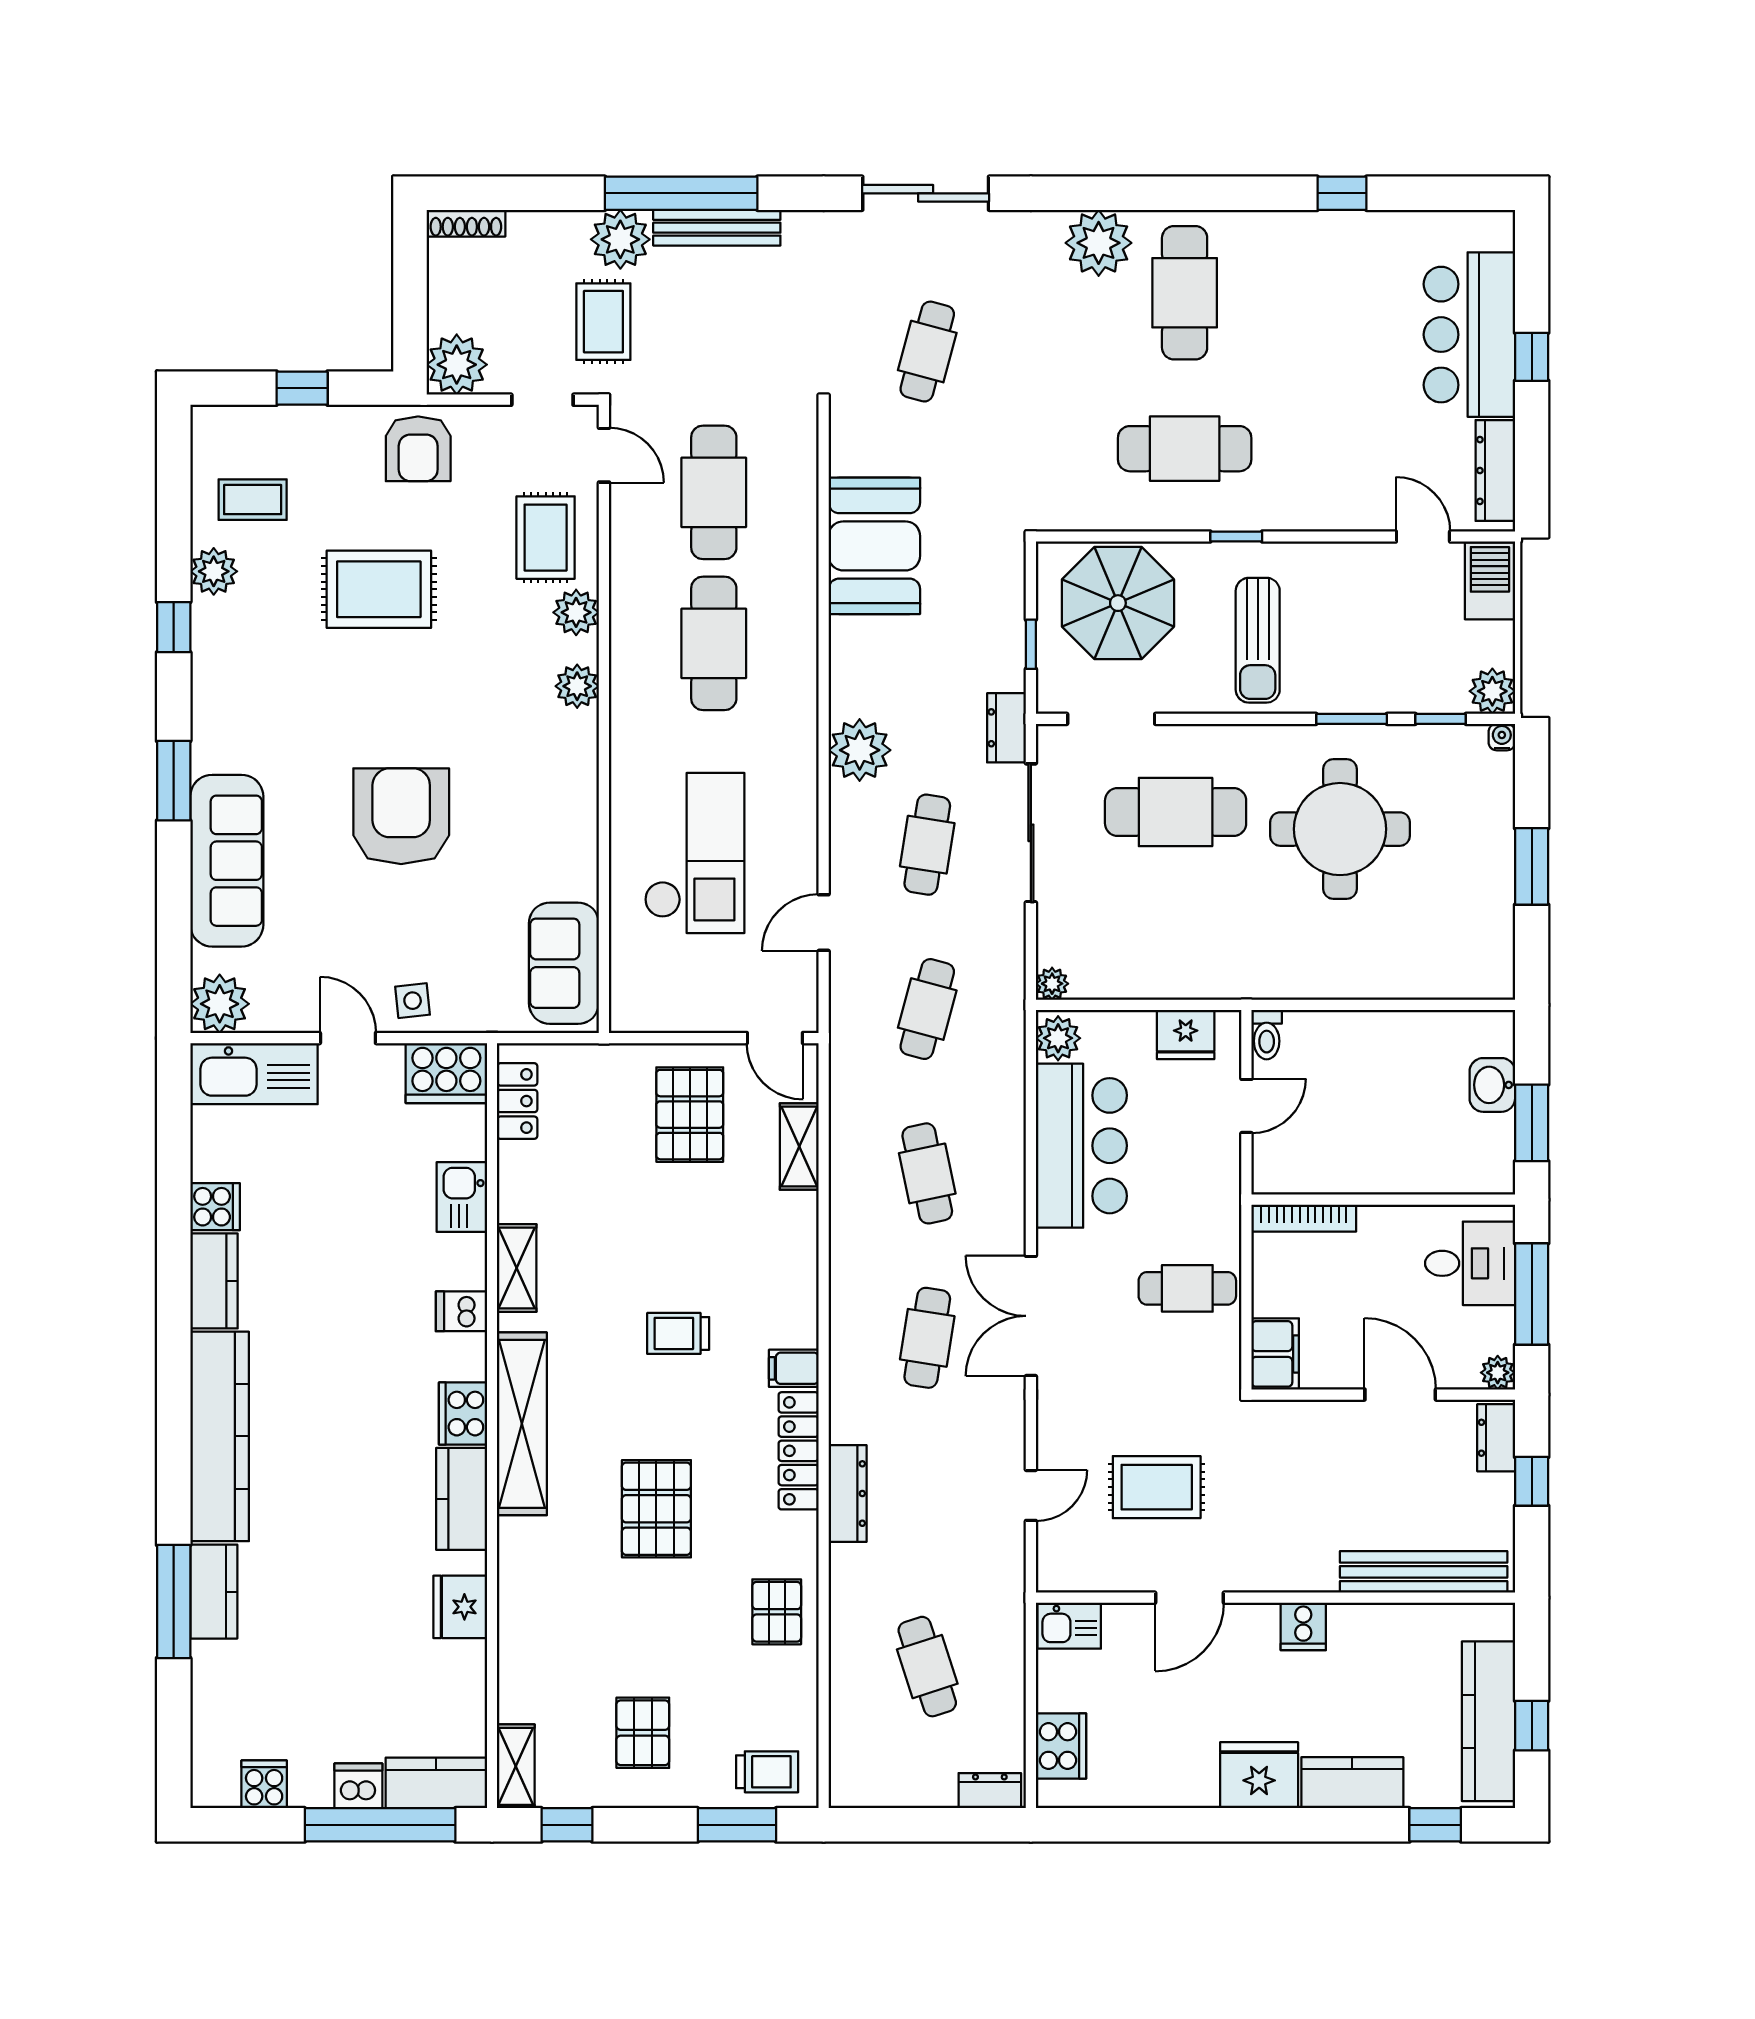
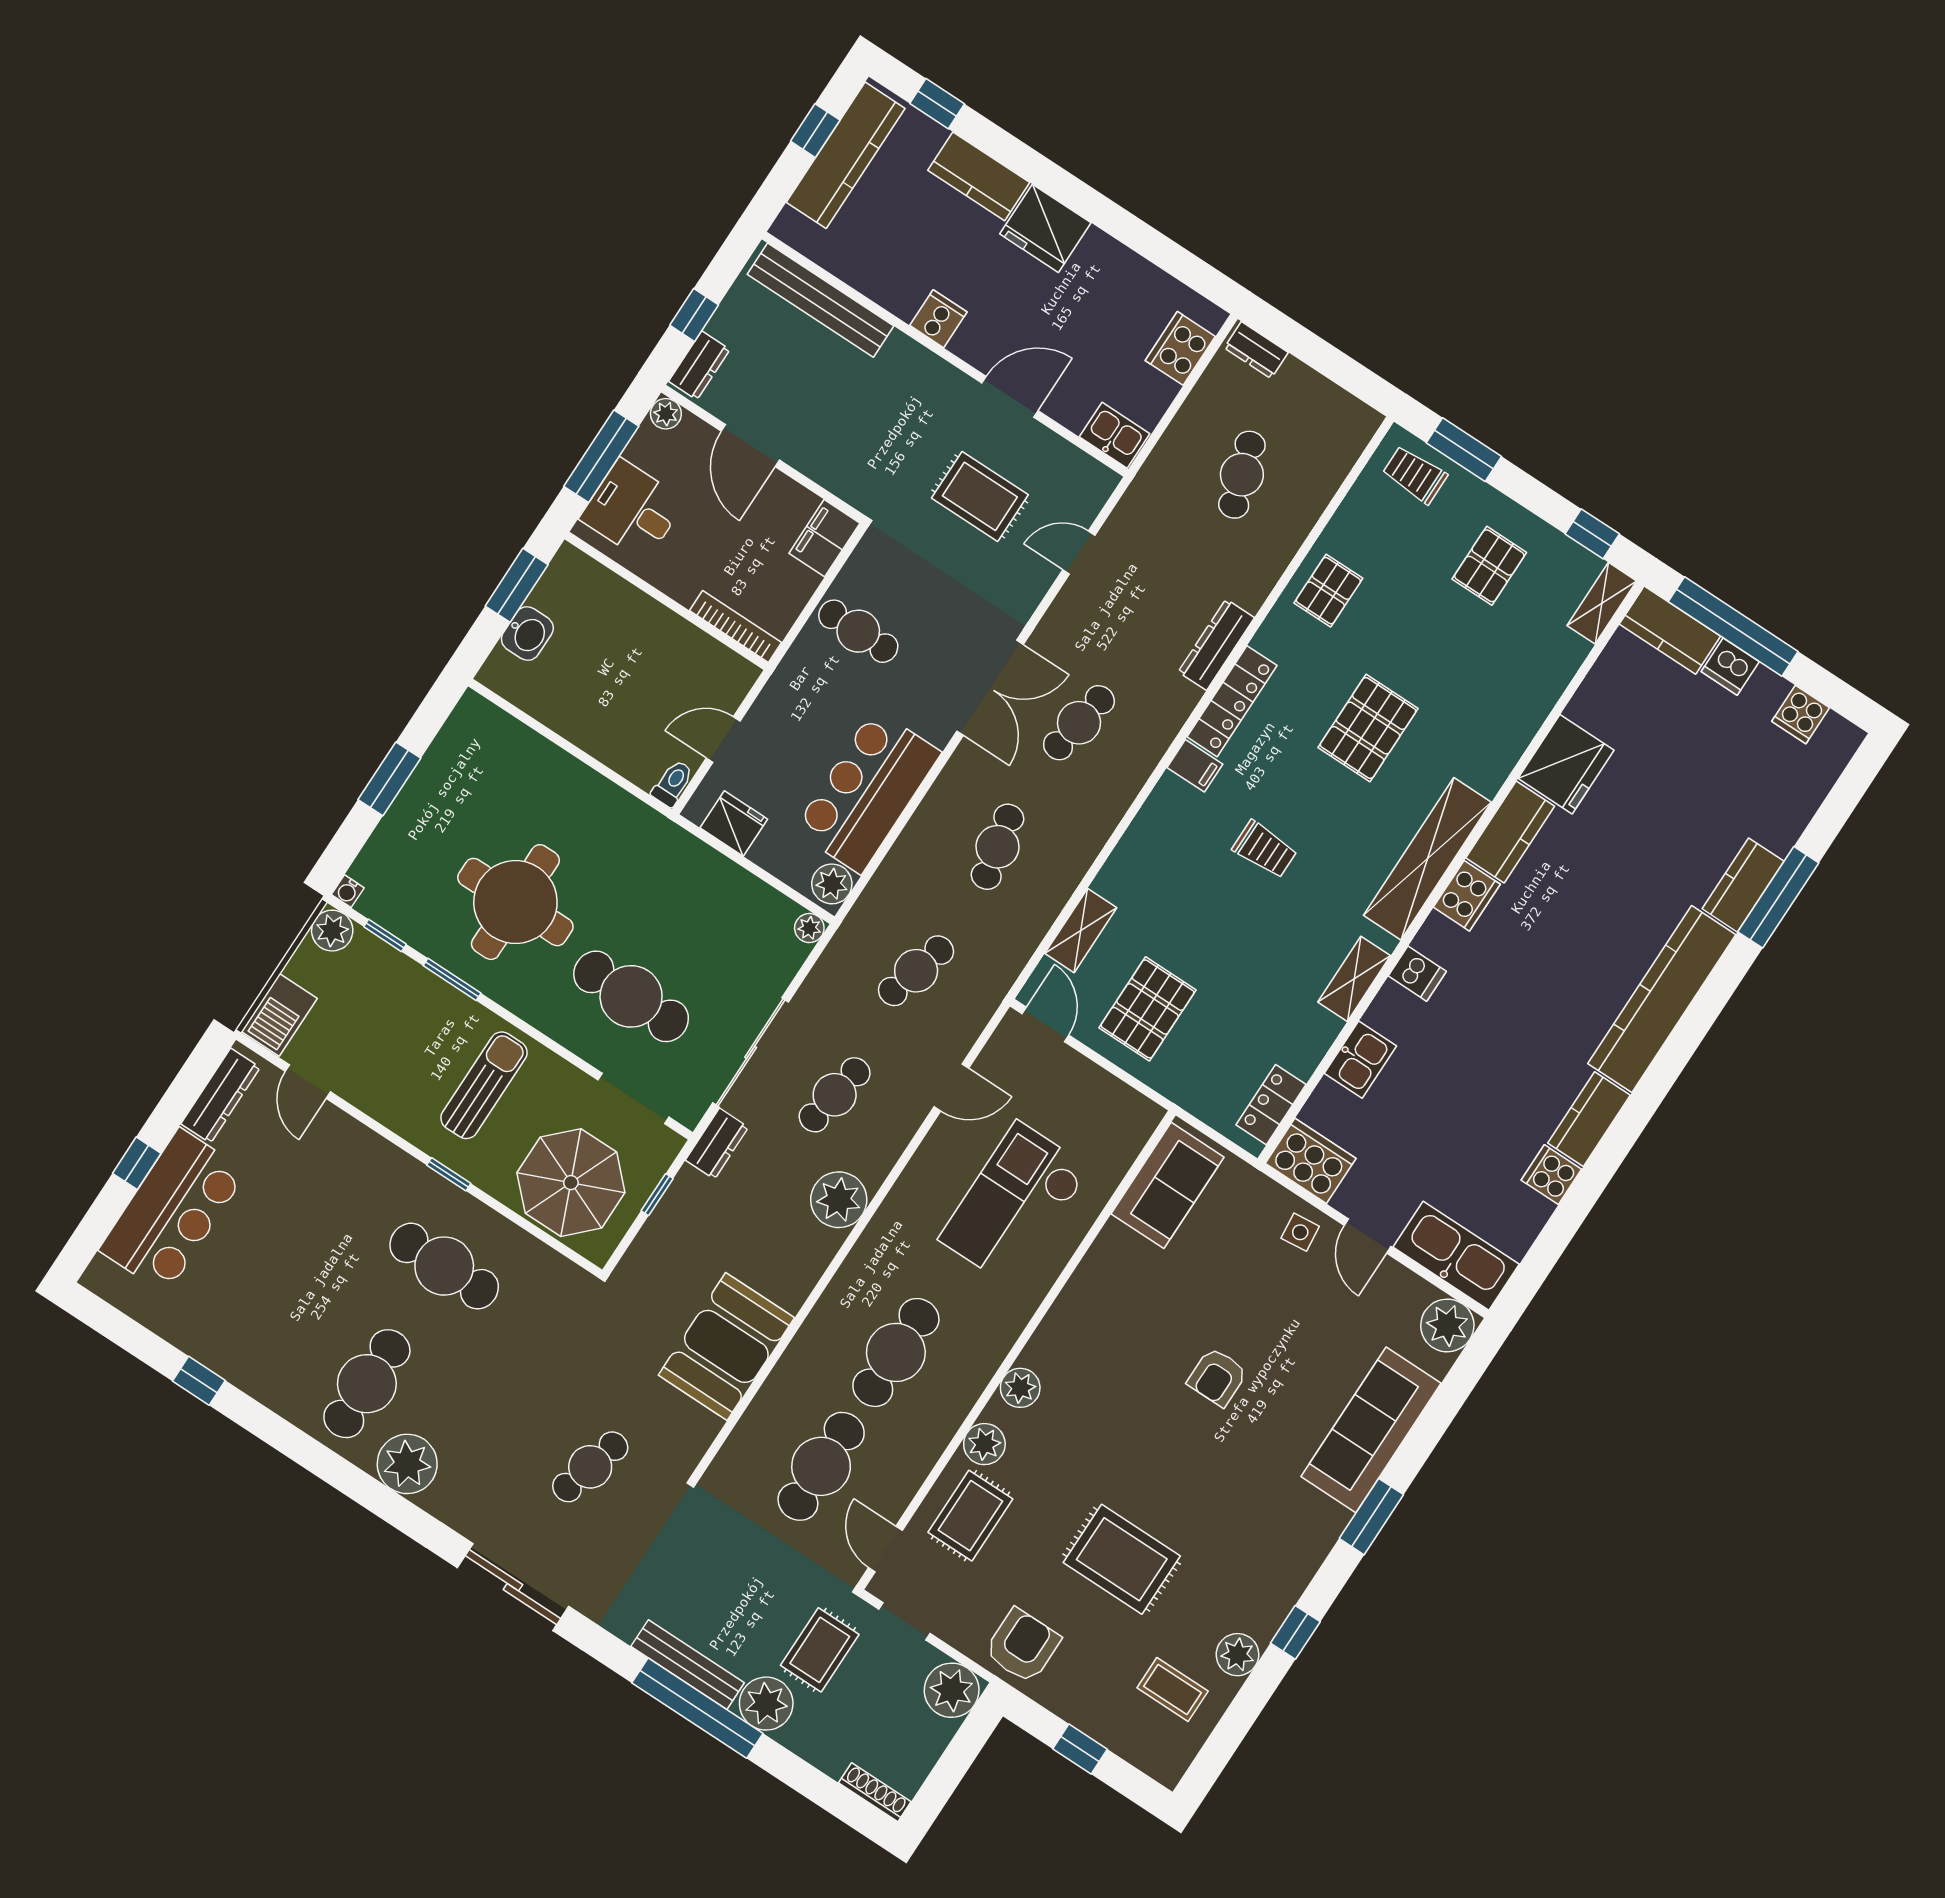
armchair: (401, 816) -> (1217, 1377), width x0.53, depth x0.53
fridge: (460, 1607) -> (1566, 764), width x1.36, depth x1.34

